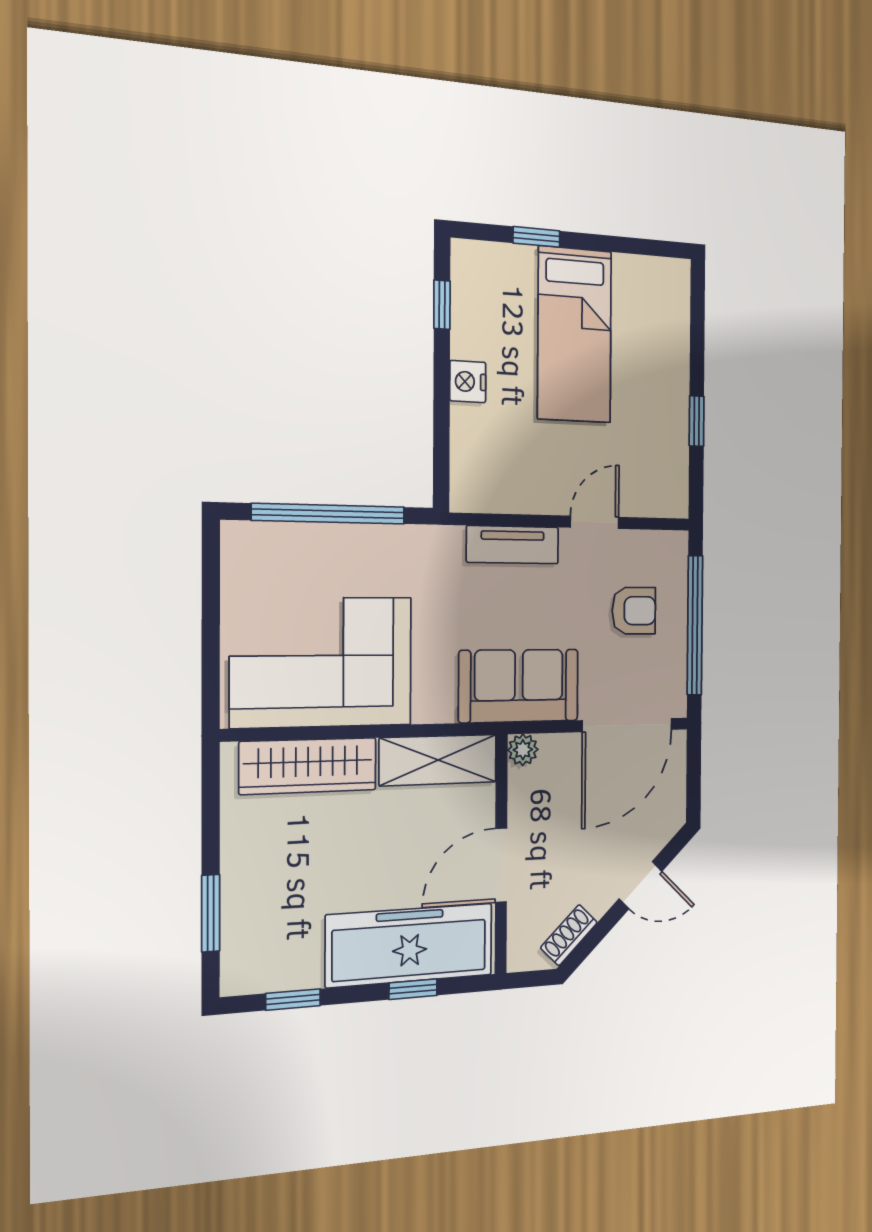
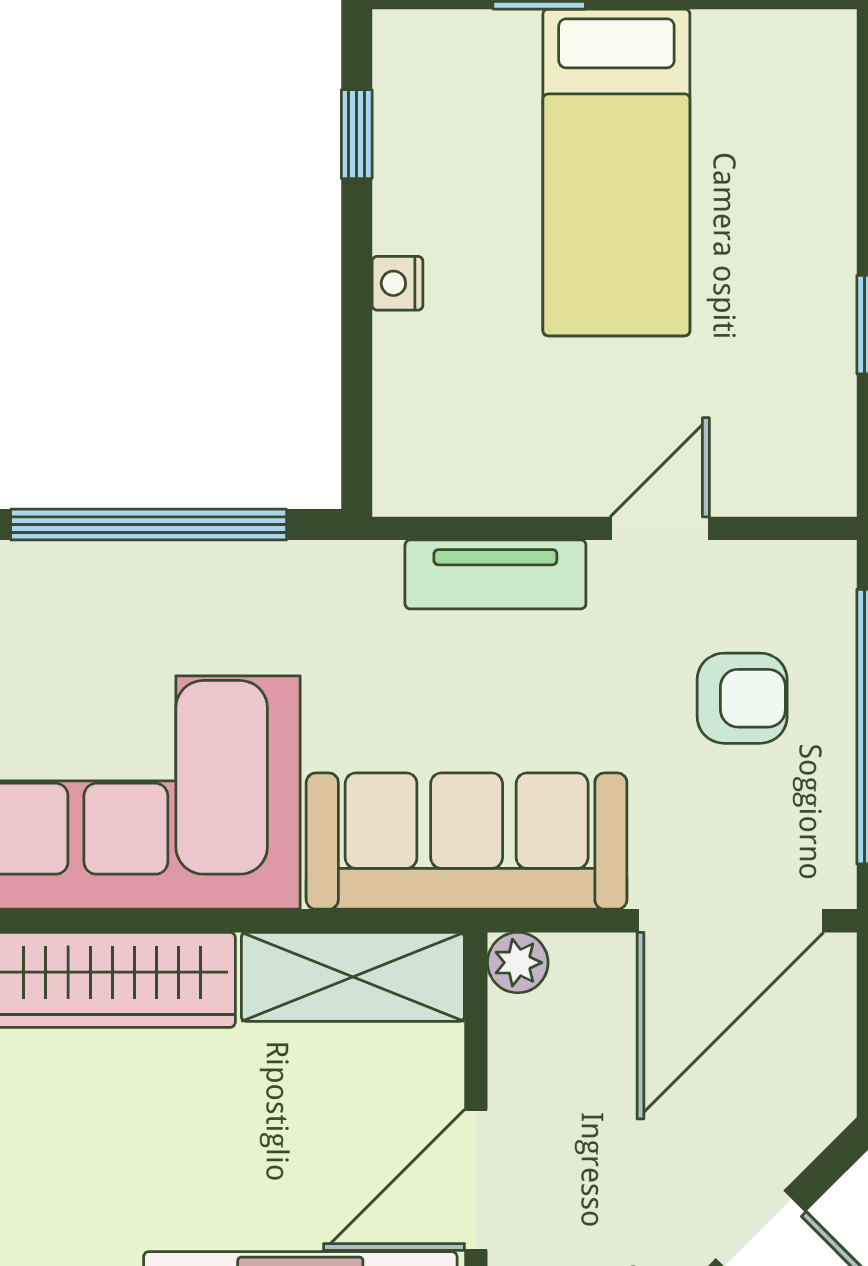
nightstand: (468, 382) -> (398, 283), width x0.72, depth x0.74
sofa: (519, 686) -> (467, 841), width x1.36

